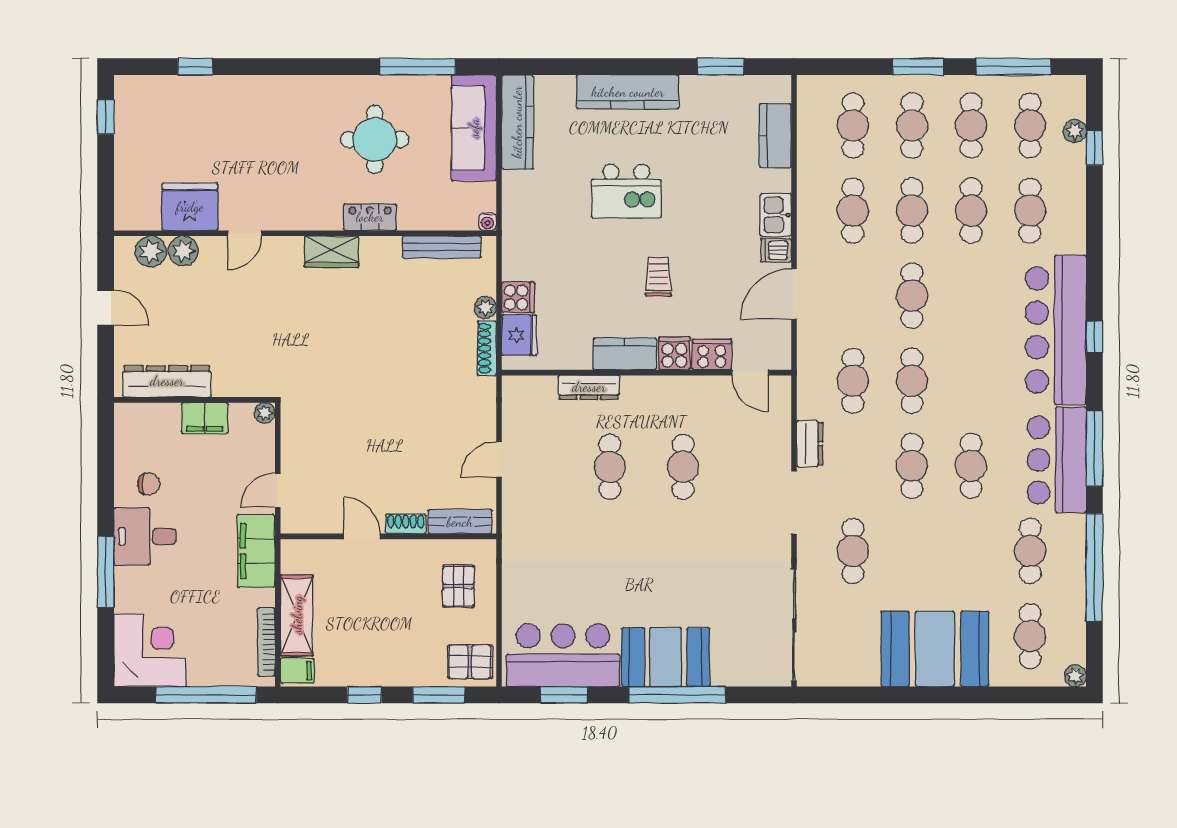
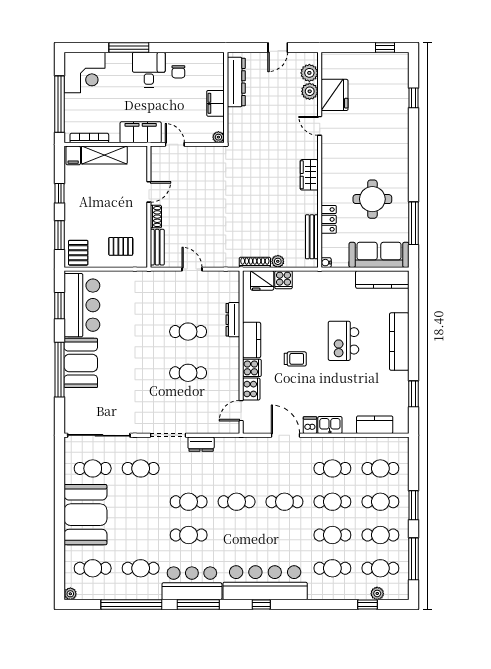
locker: (370, 217) -> (329, 219), moved
cafe table: (853, 381) -> (93, 468), moved

